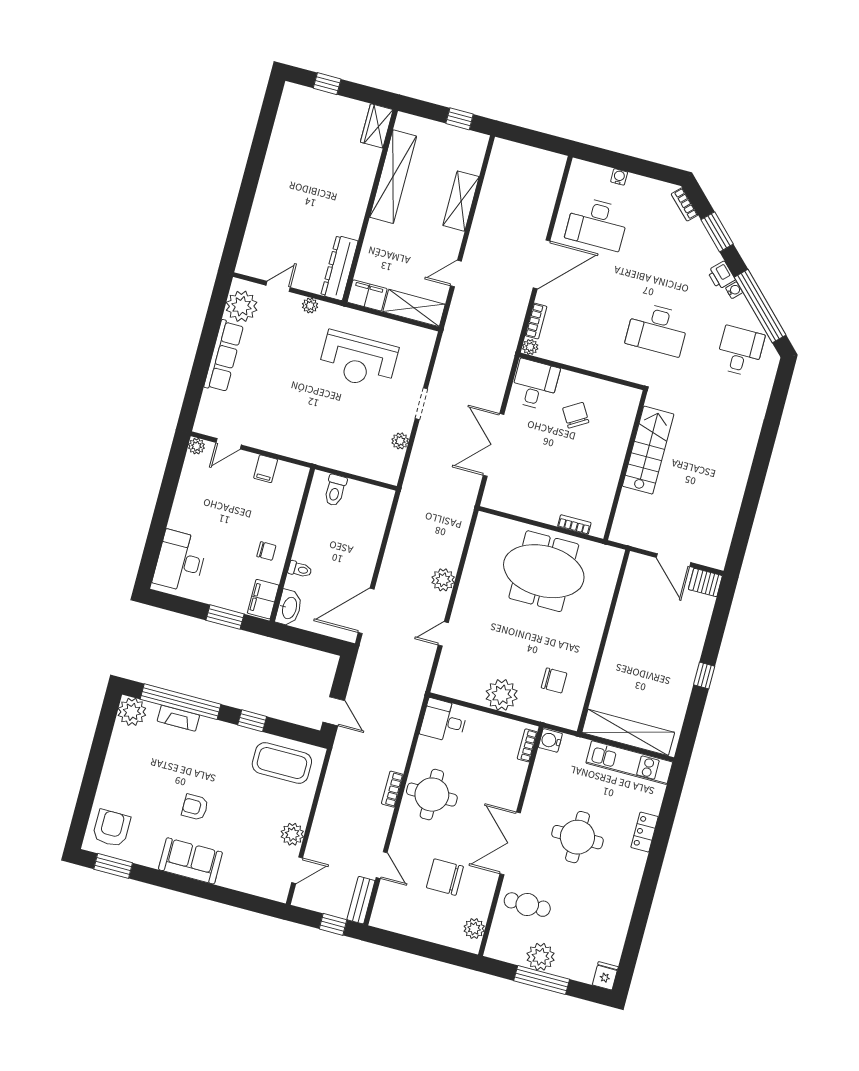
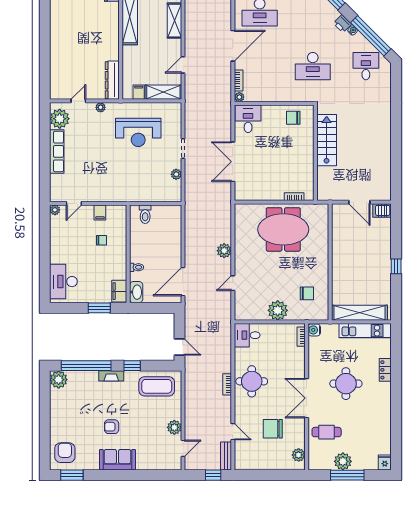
filing cabinet: (367, 295) -> (139, 92), width x0.50
chair: (576, 415) -> (293, 118), moved, turned -59
chair: (266, 551) -> (101, 240), moved
fireplace: (178, 718) -> (111, 376), moved

